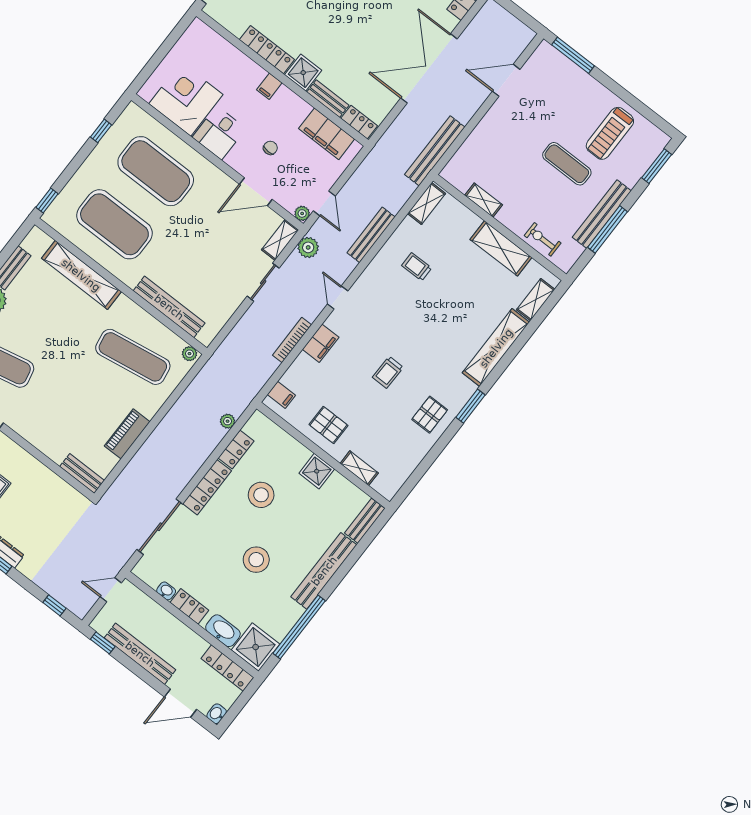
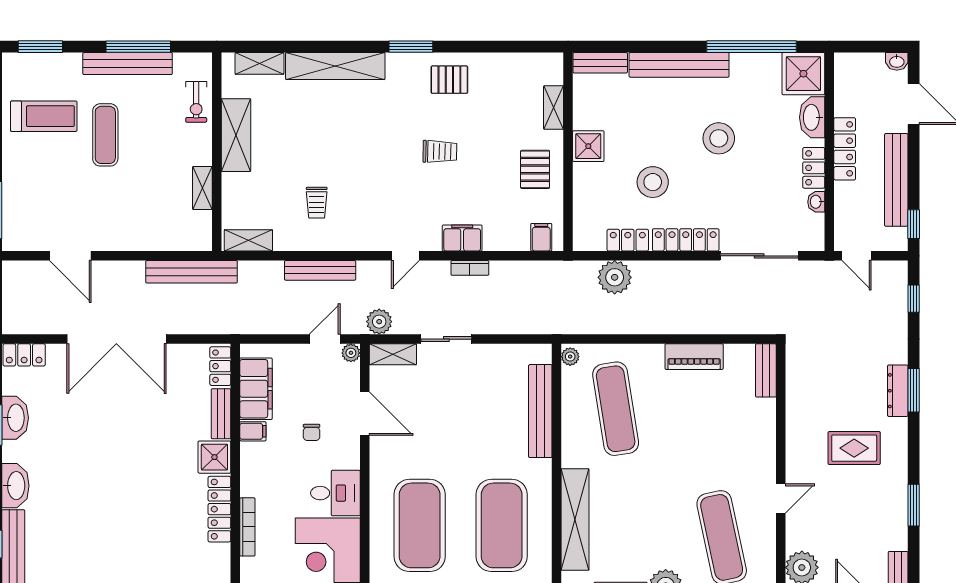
bookcase: (241, 59) -> (247, 527), added
filing cabinet: (269, 86) -> (253, 431), moved
chair: (270, 148) -> (312, 432), turned -92
bookcase: (292, 340) -> (470, 268), width x0.64
plant: (228, 421) -> (615, 277), width x1.87, depth x1.87
locker: (227, 668) -> (845, 149), moved

